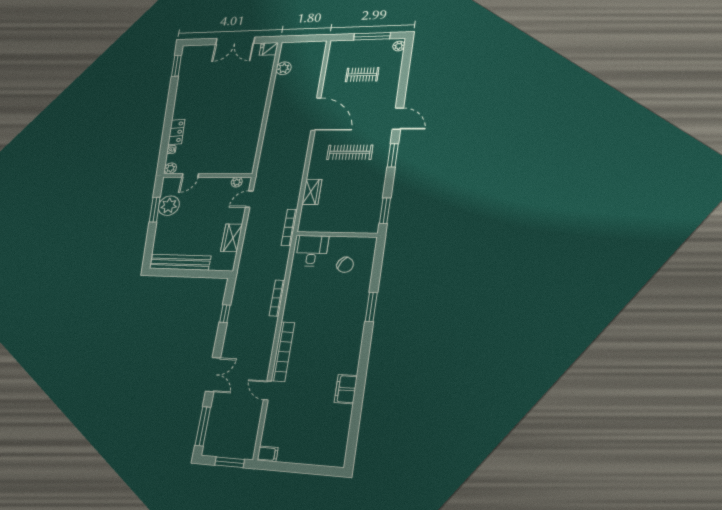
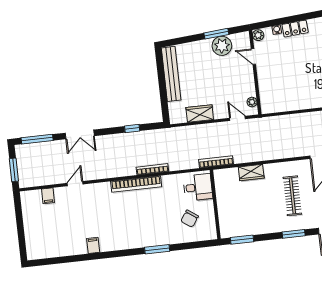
bookcase: (283, 352) -> (136, 184), moved
filing cabinet: (346, 389) -> (93, 245), width x0.50
filing cabinet: (268, 454) -> (48, 196), moved

